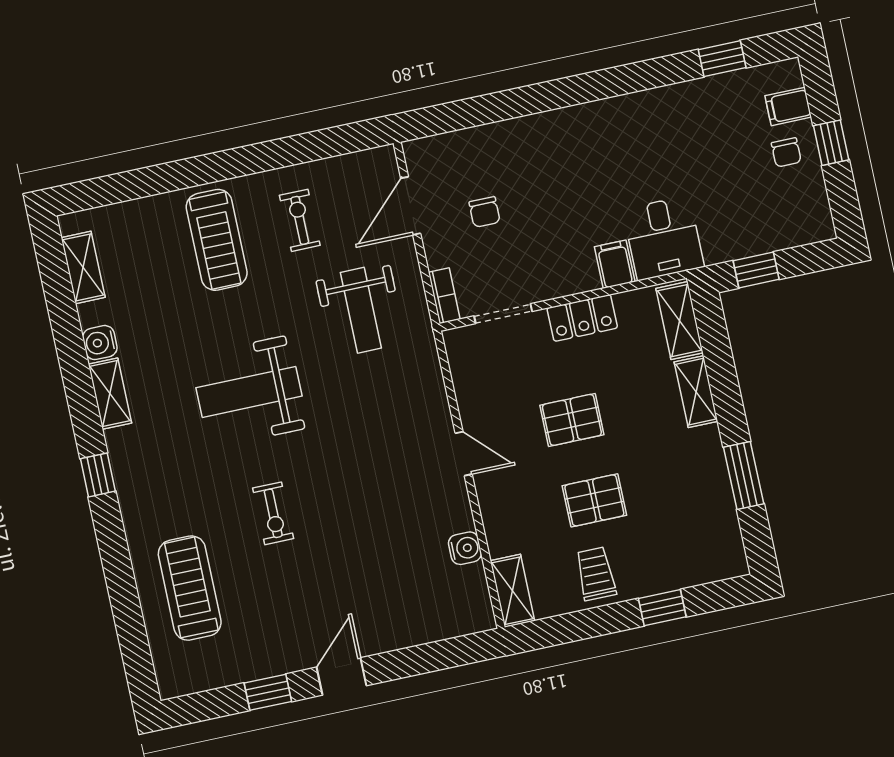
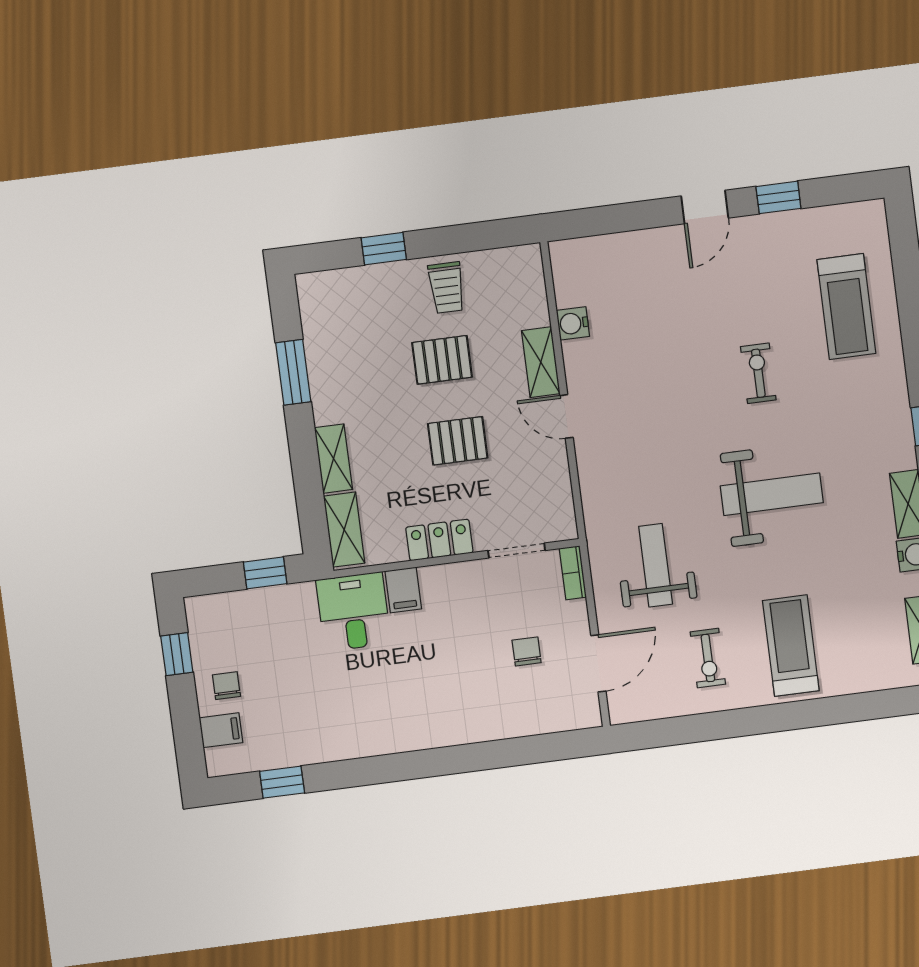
window: (831, 143) -> (177, 654), moved
shelving: (512, 591) -> (541, 362), moved

